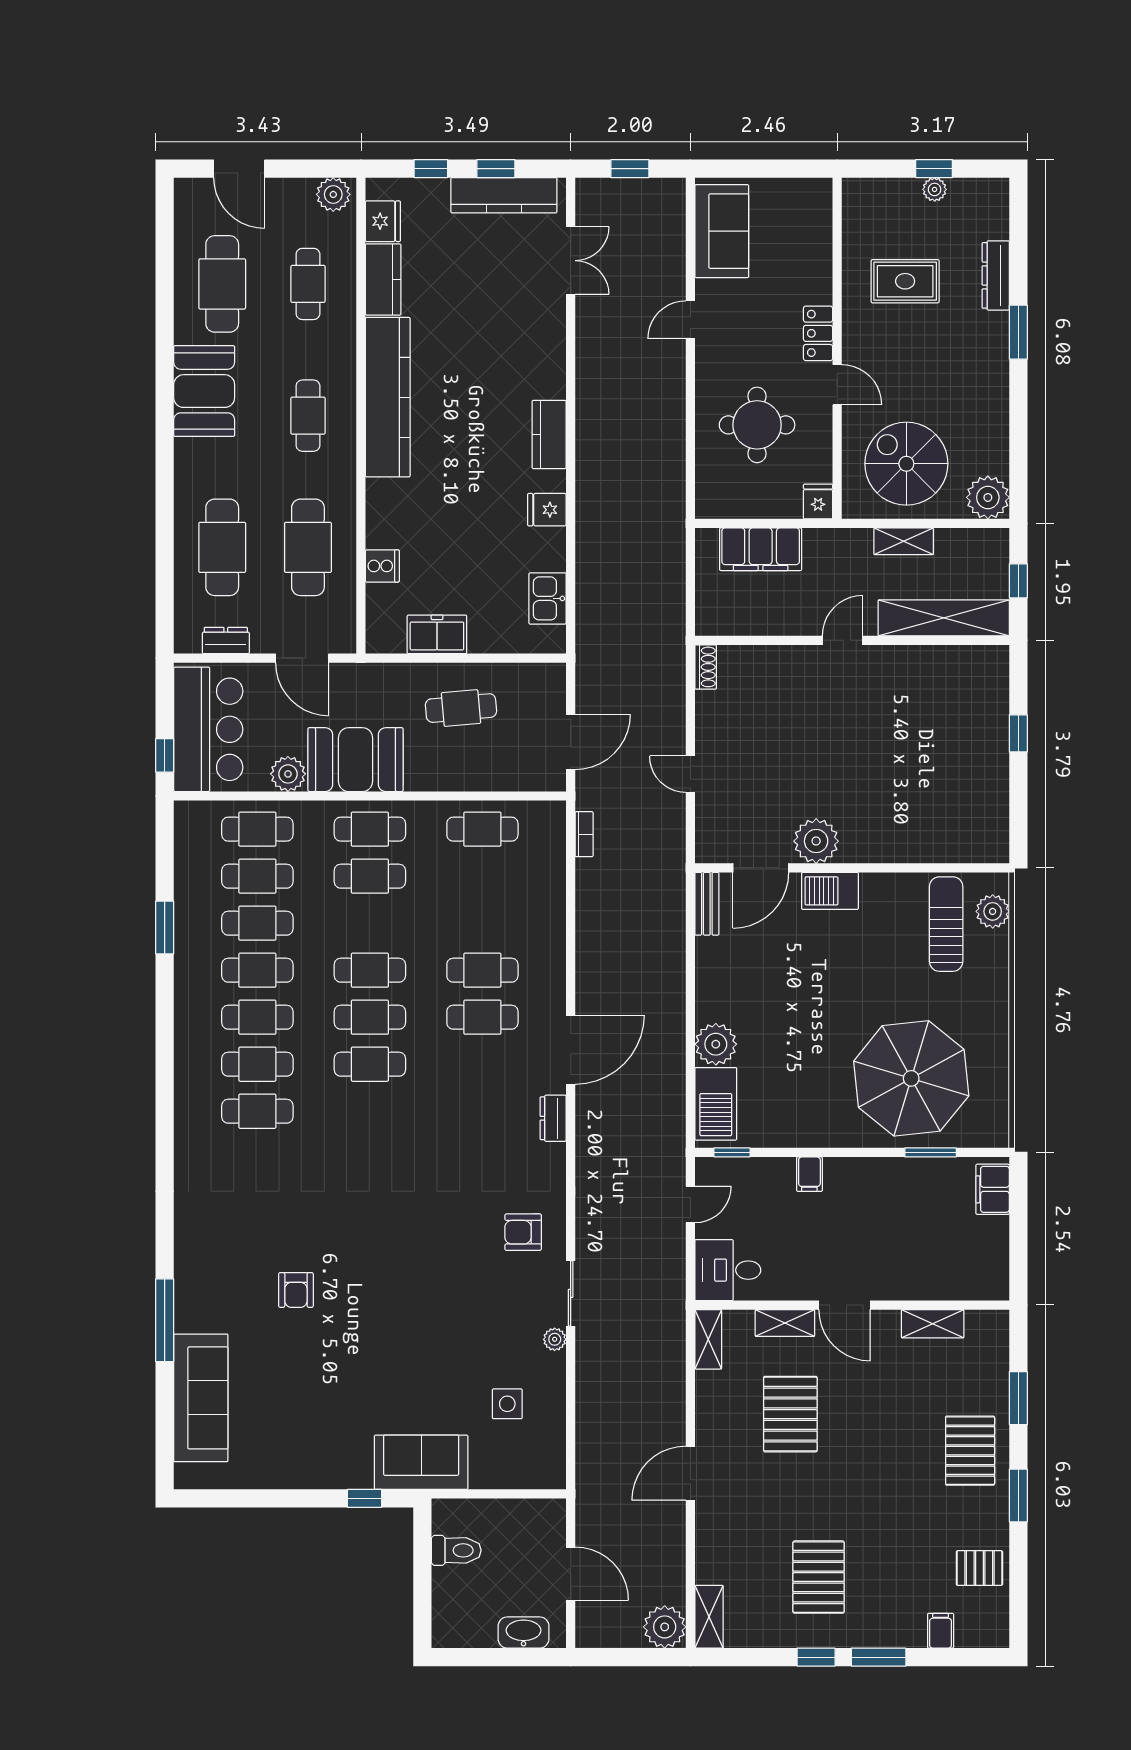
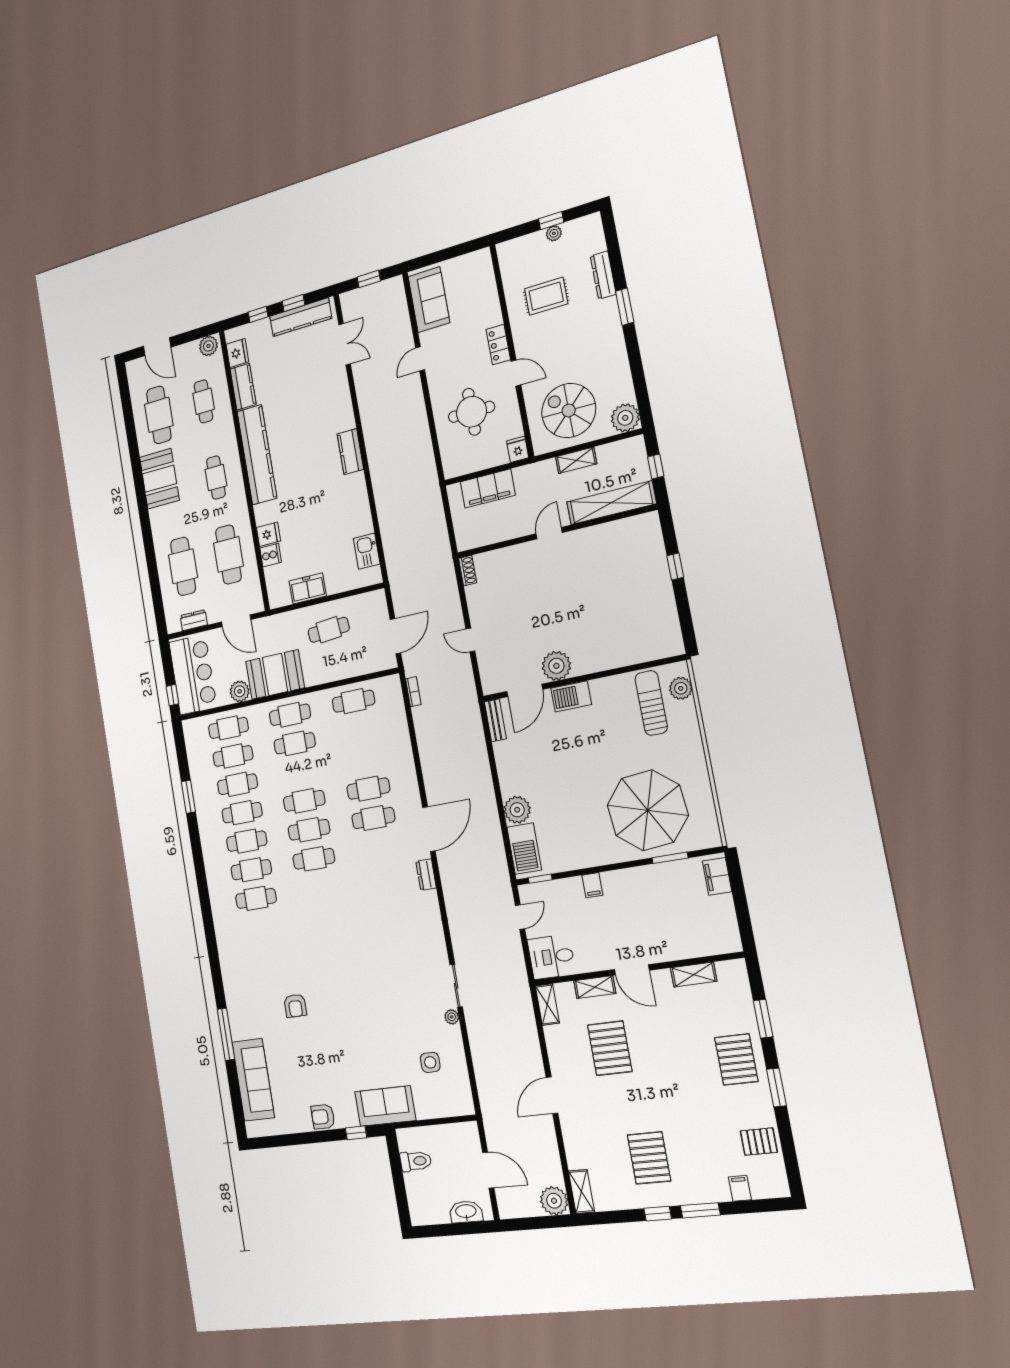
fridge: (547, 510) -> (268, 534), moved, turned 180
armchair: (523, 1232) -> (323, 1117), moved

